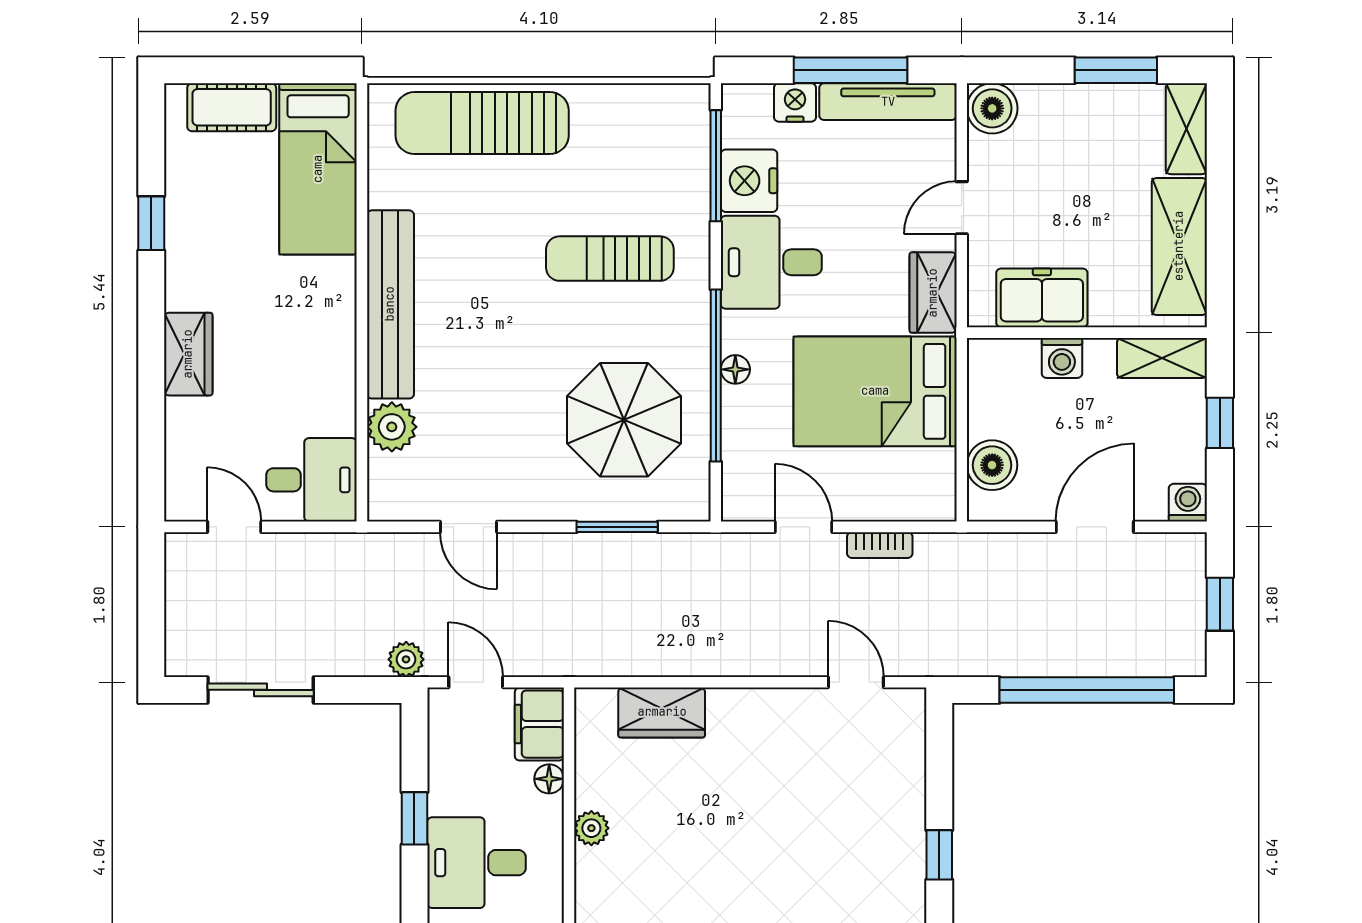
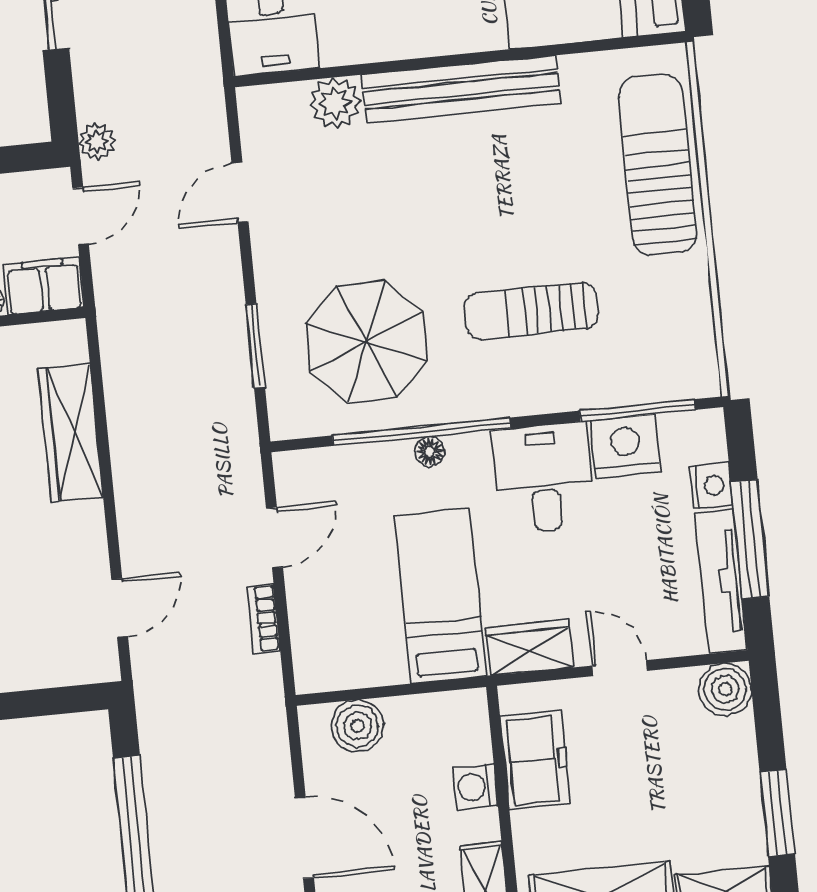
sun lounger: (610, 259) -> (531, 311), turned -90
bed: (875, 391) -> (440, 596), width x0.67
wardrobe: (662, 712) -> (71, 433), width x1.50

